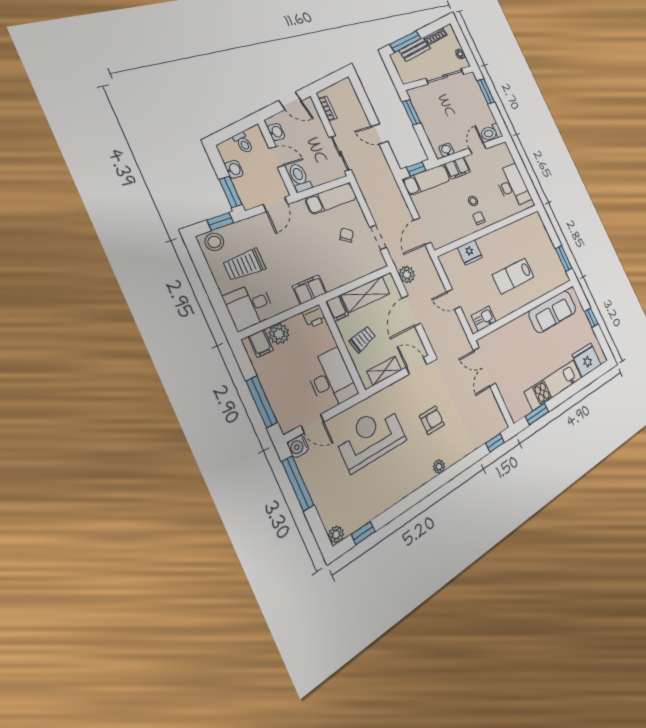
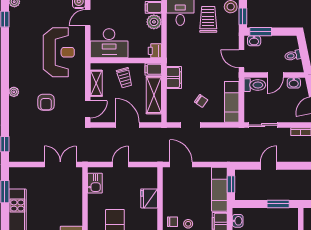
washbasin: (234, 169) -> (254, 41), moved
plant: (407, 275) -> (154, 135), removed
filing cabinet: (310, 290) -> (174, 77), moved

